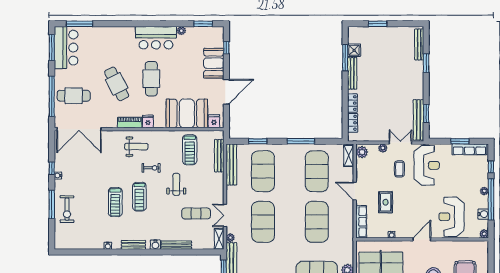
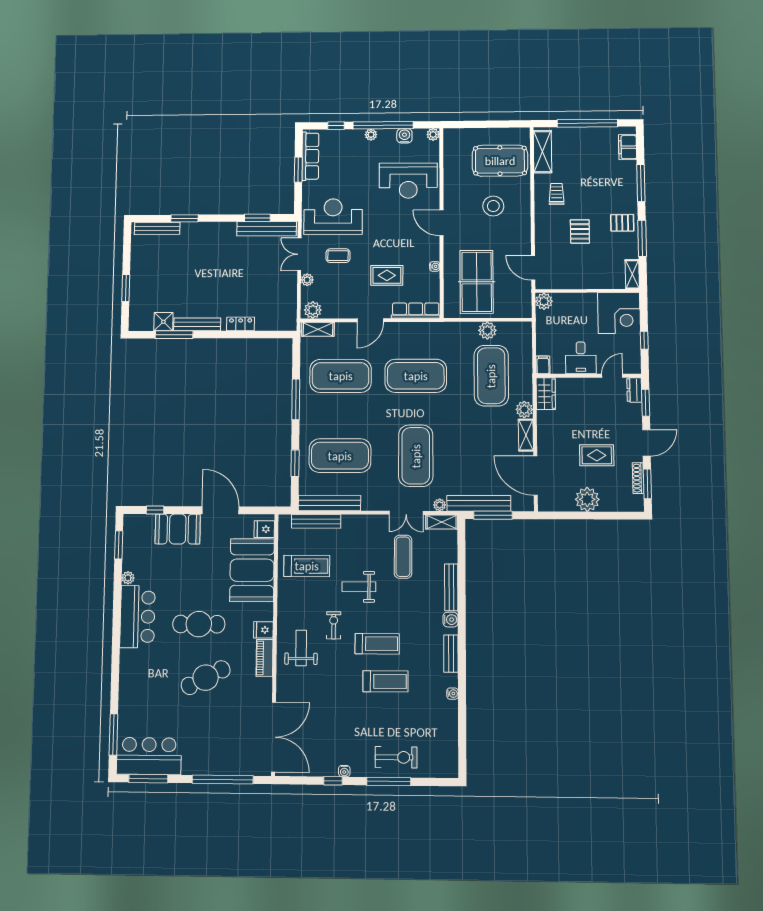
cafe table: (74, 96) -> (222, 745), removed
locker: (353, 123) -> (270, 324), removed
exercise mat: (263, 222) -> (416, 456), turned 90

